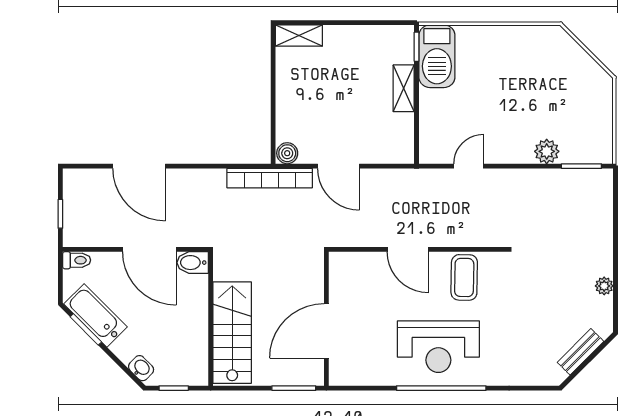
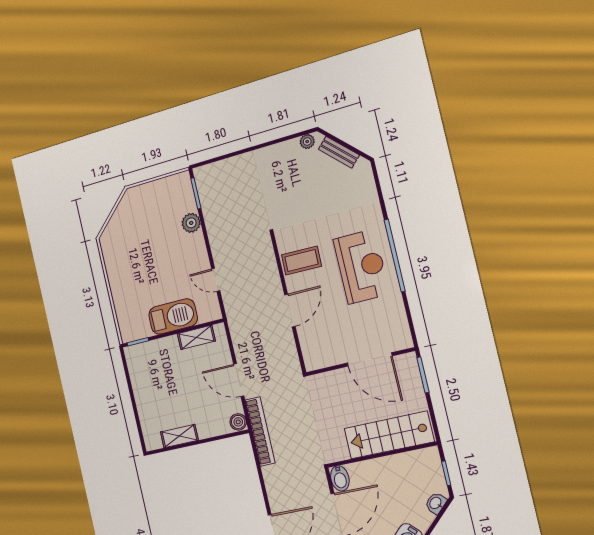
shelving: (299, 36) -> (179, 436), moved, turned 90
barbecue: (437, 56) -> (173, 317), moved
shelving: (404, 88) -> (196, 337), moved
door: (338, 166) -> (239, 380), swing flipped
plant: (604, 286) -> (307, 142), moved

